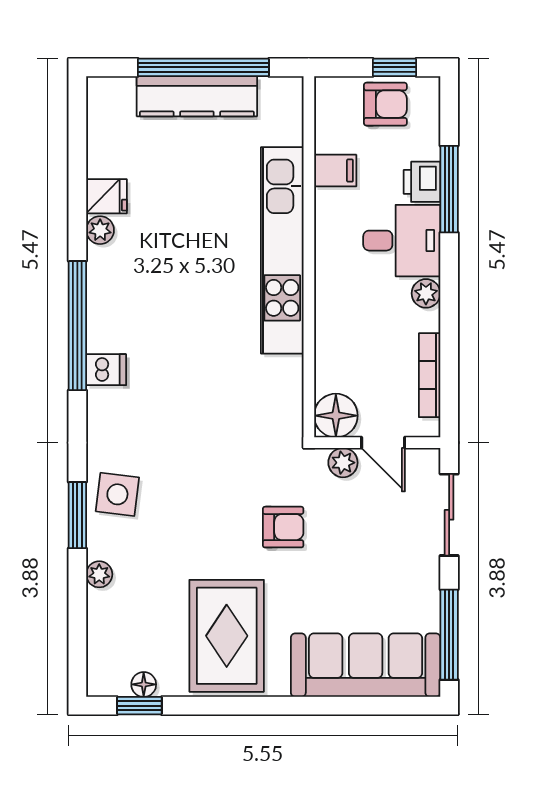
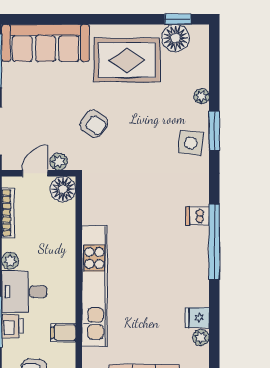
plant: (100, 230) -> (201, 337), moved
door: (383, 443) -> (35, 173), hinge flipped
armchair: (283, 527) -> (94, 124), turned -146
rug: (227, 636) -> (127, 60), turned 90
floor lamp: (144, 684) -> (175, 38), width x1.89, depth x1.89

